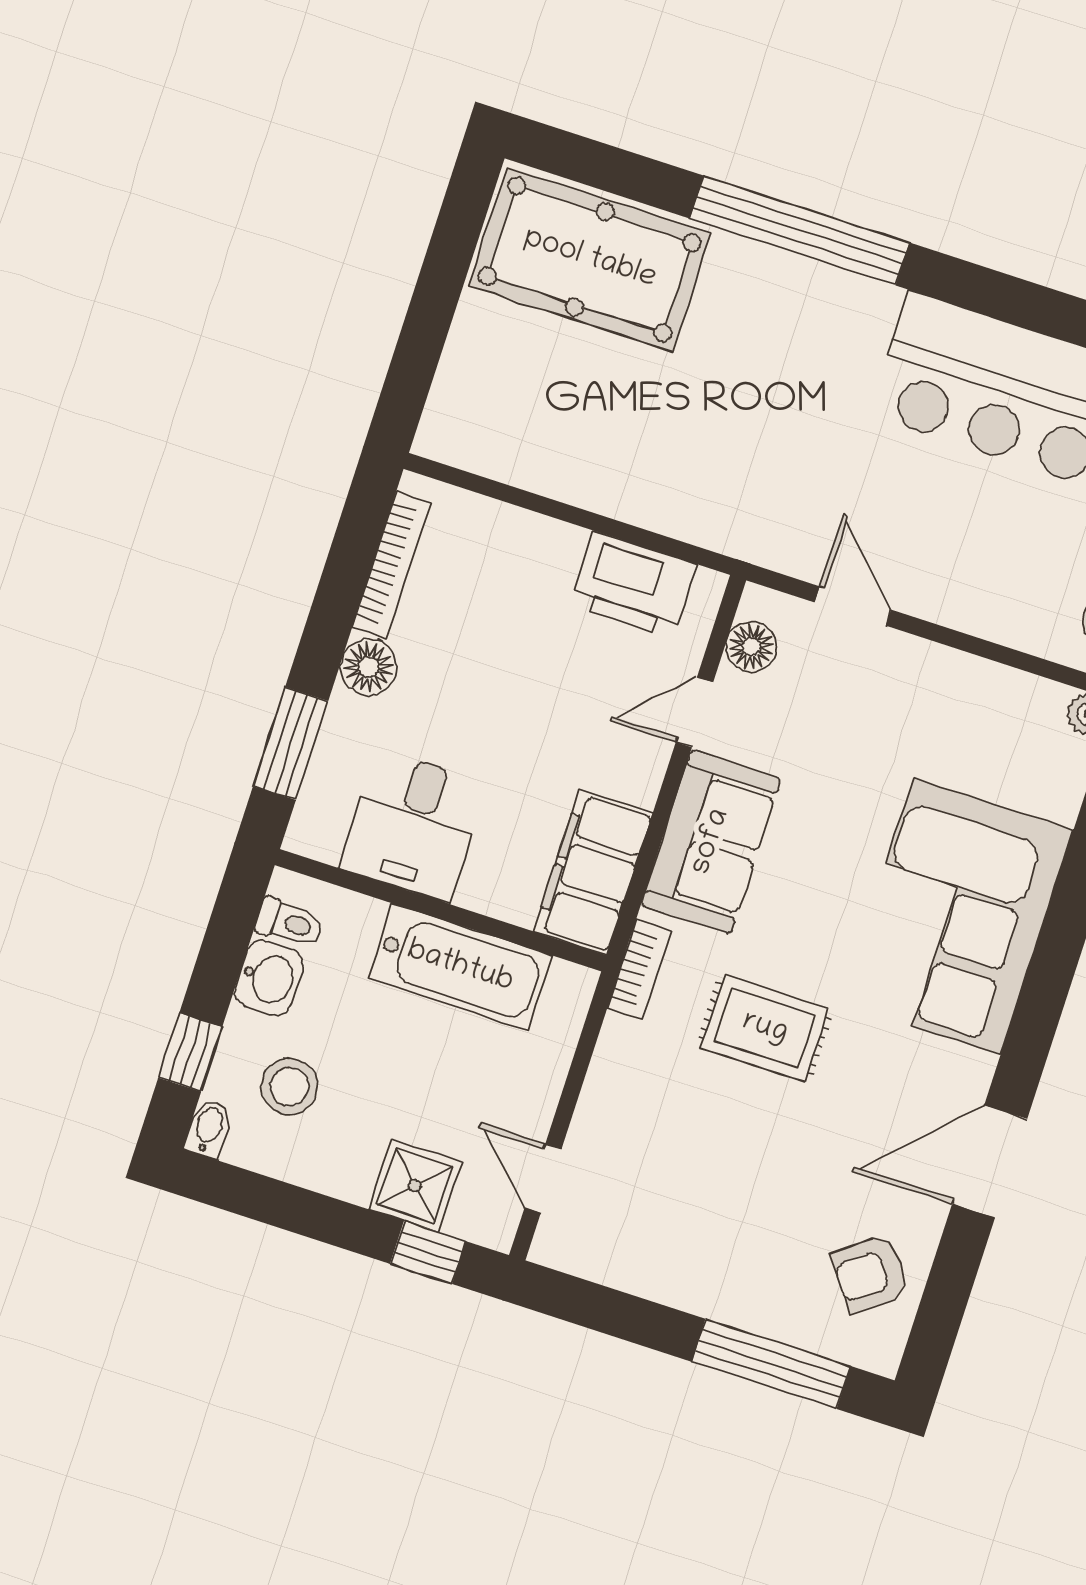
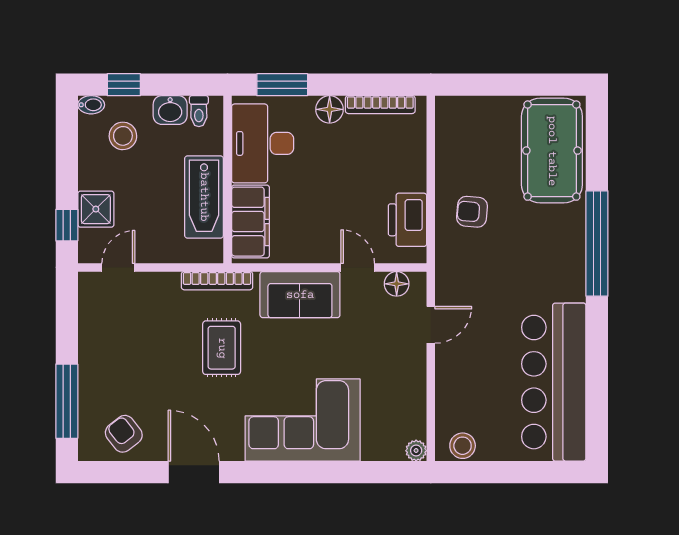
armchair: (658, 454) -> (472, 212), added
desk: (414, 826) -> (263, 143), width x1.37
filing cabinet: (593, 872) -> (251, 222), moved, turned 90
bookcase: (639, 970) -> (217, 281), width x1.56

